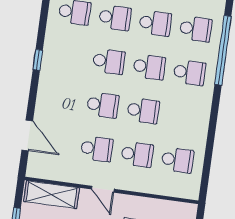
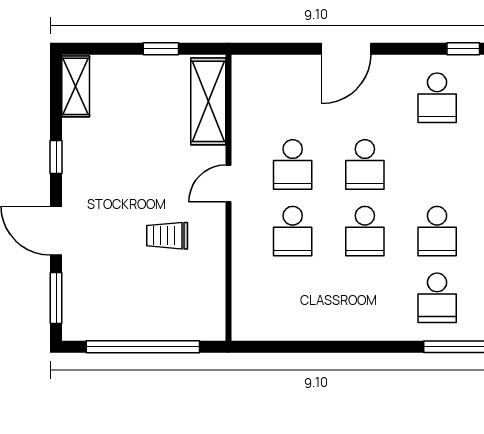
window: (38, 60) -> (463, 49), moved
school desk: (109, 61) -> (437, 98), moved
door: (27, 135) -> (346, 49), moved
school desk: (177, 160) -> (293, 298), removed

